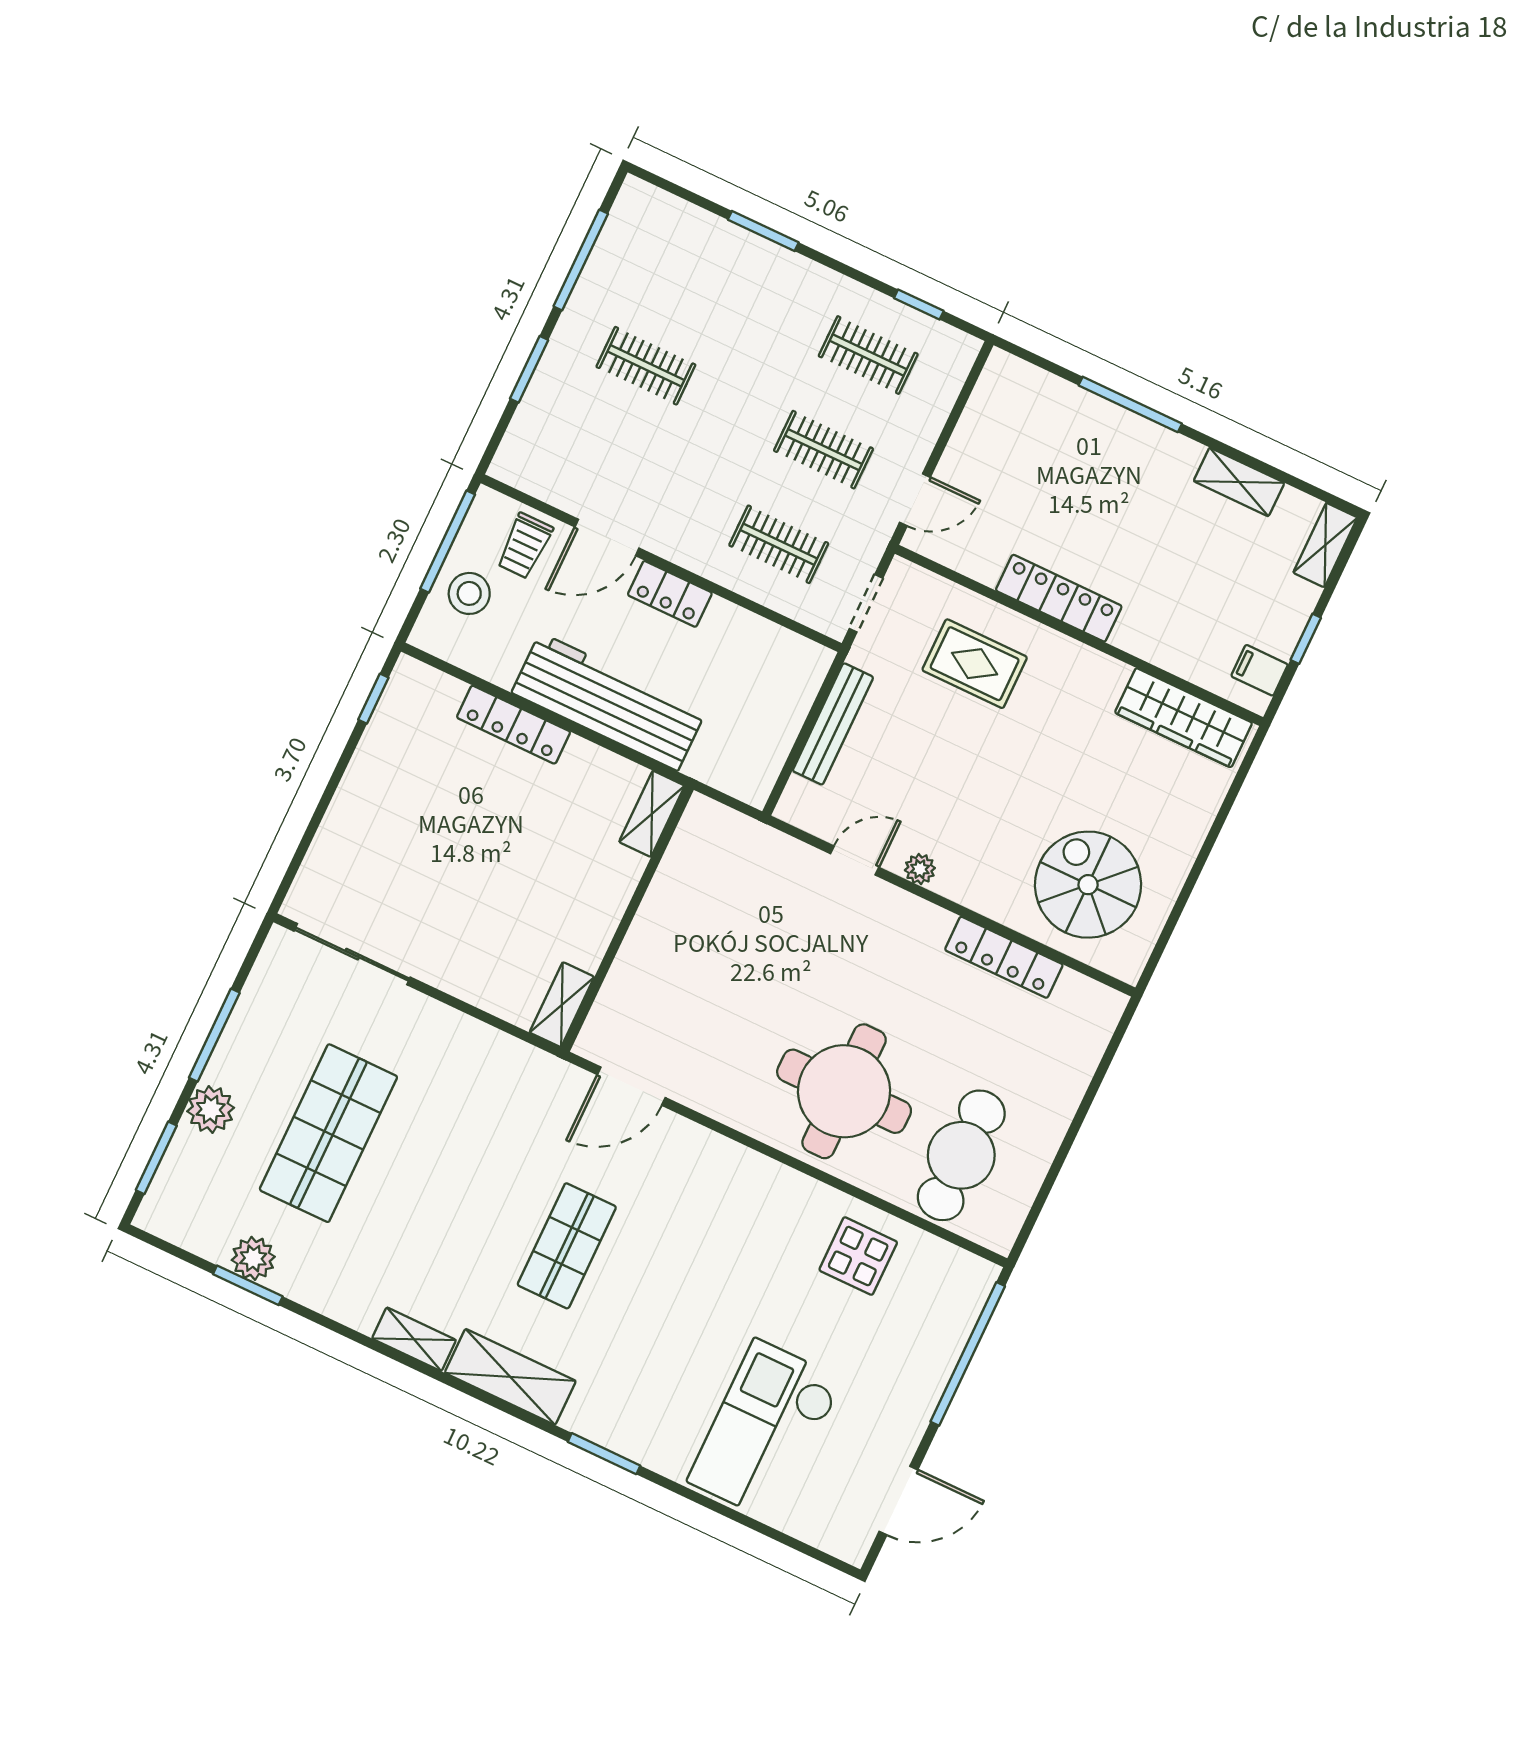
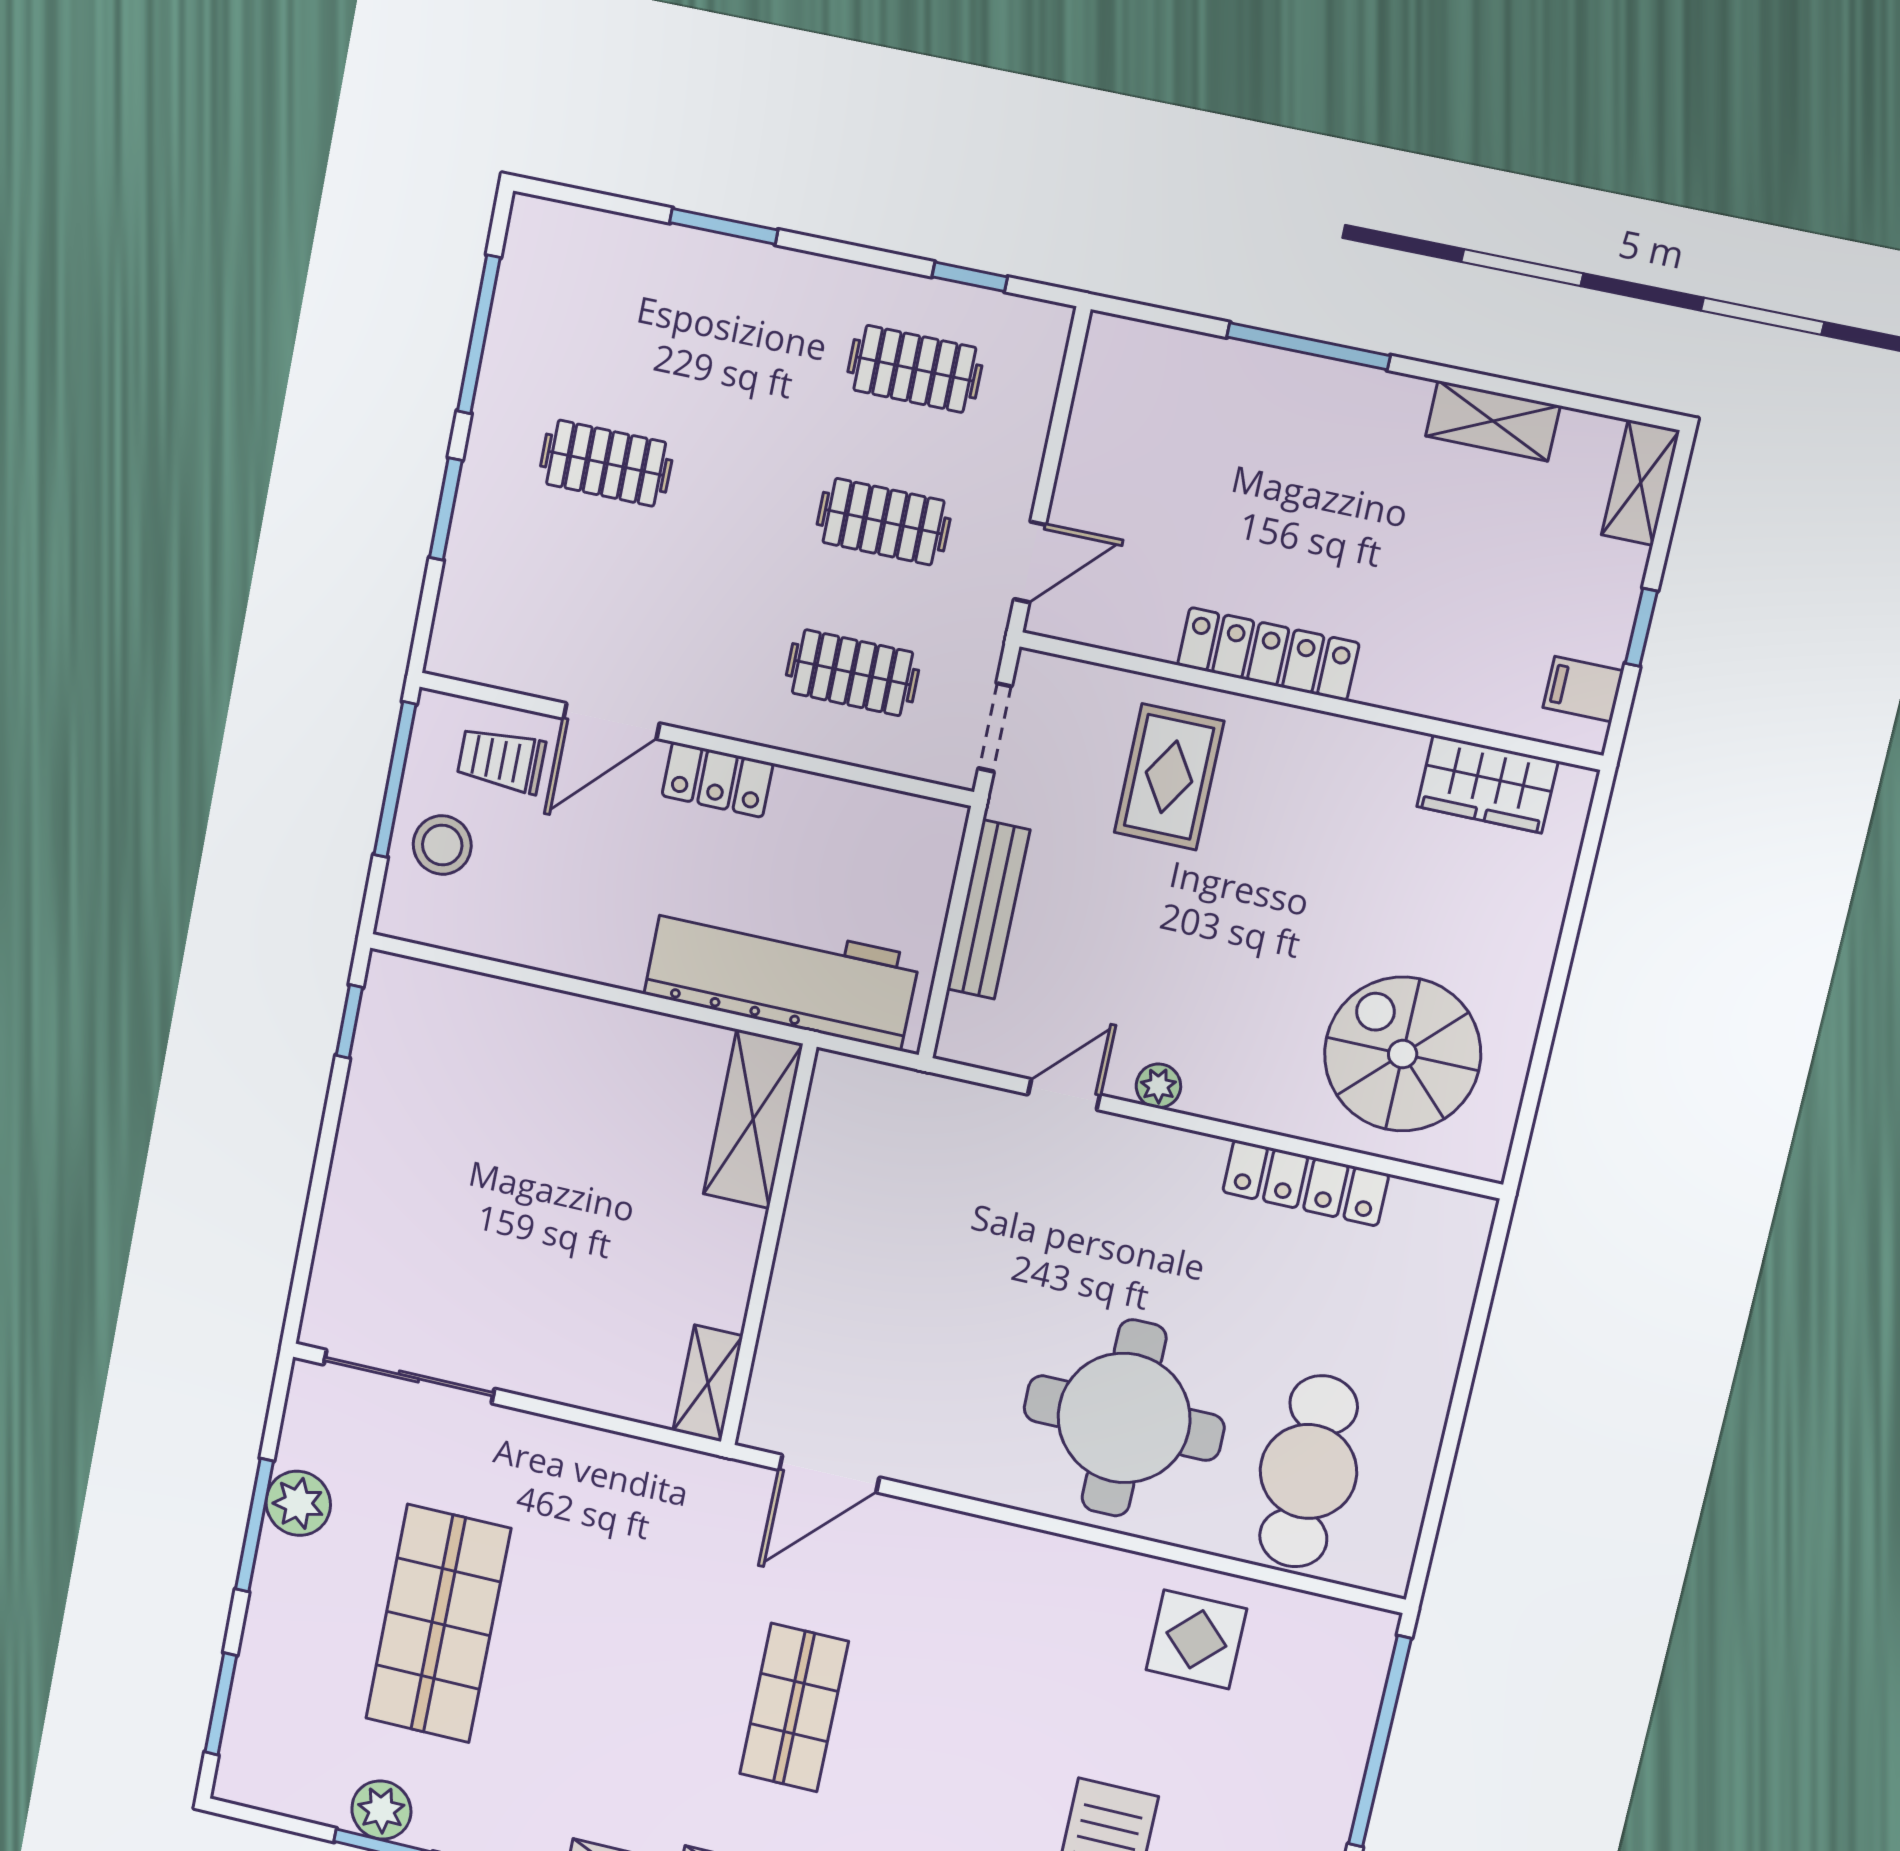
trolley: (525, 546) -> (501, 760), turned 90
rug: (975, 664) -> (1169, 777), turned 90
workbench: (609, 702) -> (781, 976), moved
wardrobe: (1184, 718) -> (1487, 784), width x0.67
locker: (514, 725) -> (548, 1013), removed
shelving: (652, 814) -> (753, 1119), width x1.50, depth x1.33
plant: (211, 1110) -> (298, 1503), moved

